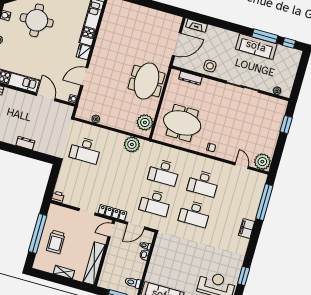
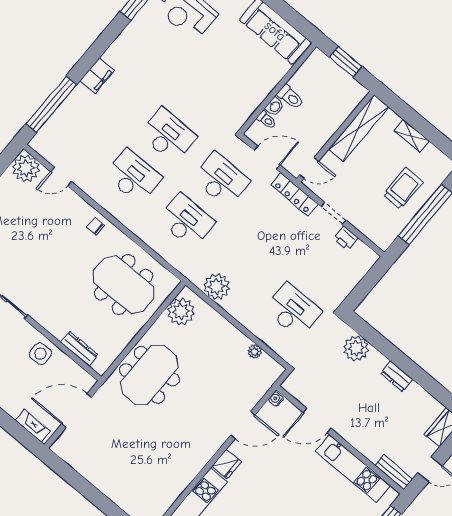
door: (46, 97) -> (317, 420), hinge flipped
dresser: (25, 143) -> (397, 376), moved
plant: (42, 145) -> (356, 348), added
door: (242, 166) -> (61, 177), hinge flipped
printer: (58, 197) -> (346, 238), moved
toilet: (133, 282) -> (290, 97), moved

